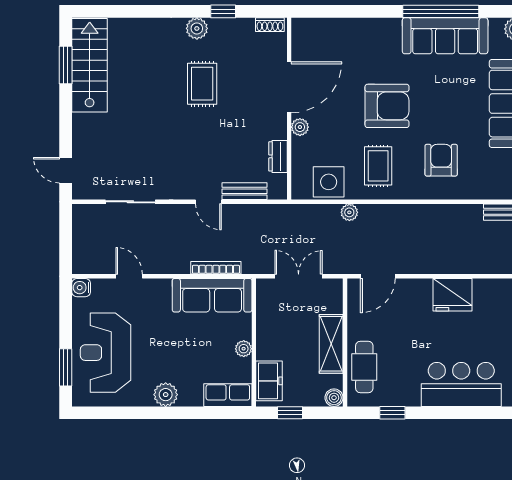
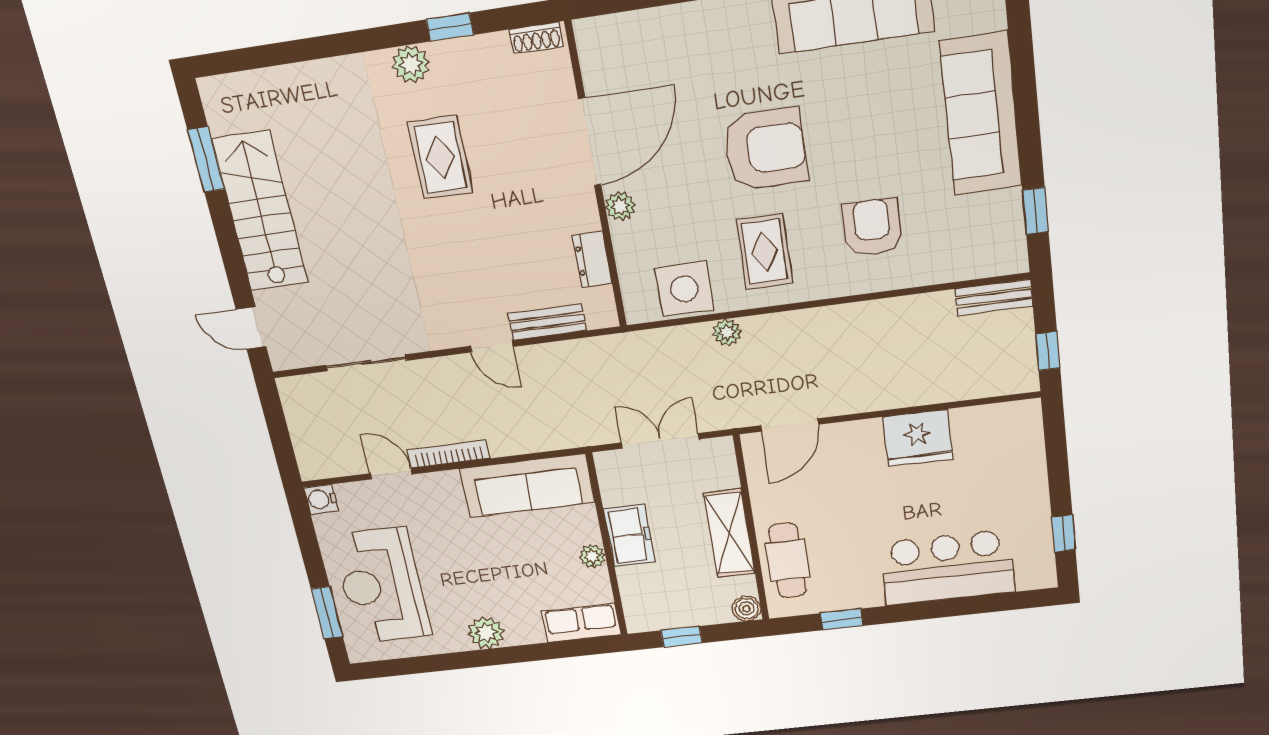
stairs: (90, 65) -> (260, 212), moved
bookcase: (216, 268) -> (448, 454), moved
freezer: (269, 381) -> (629, 536), moved

